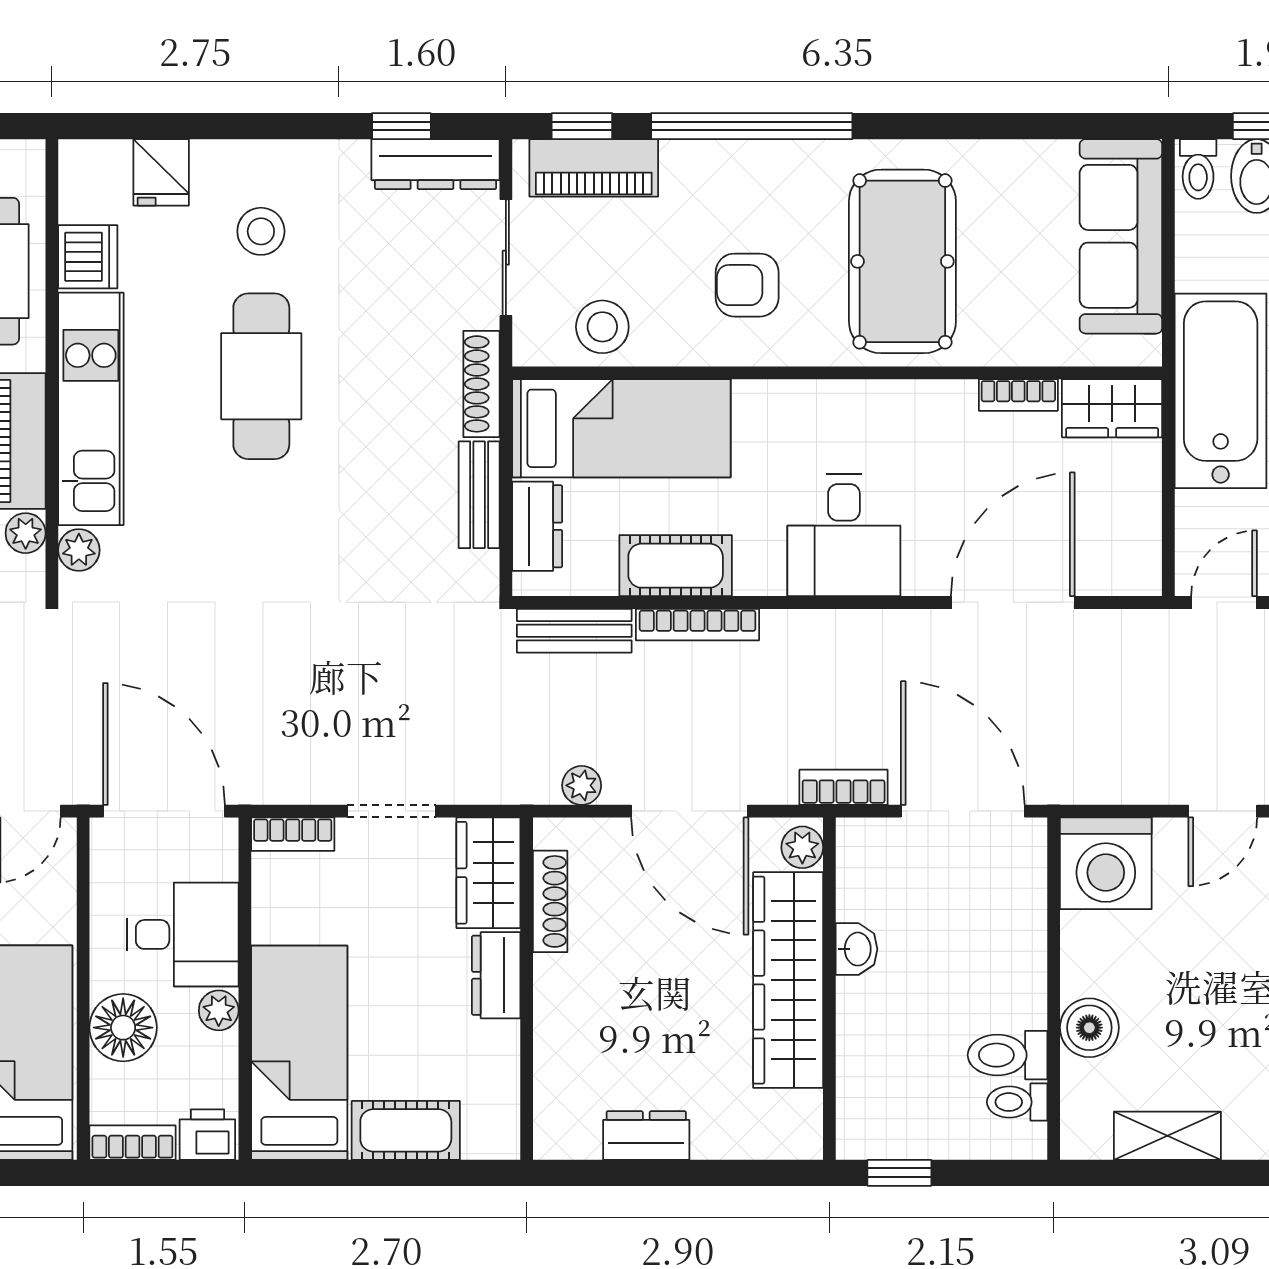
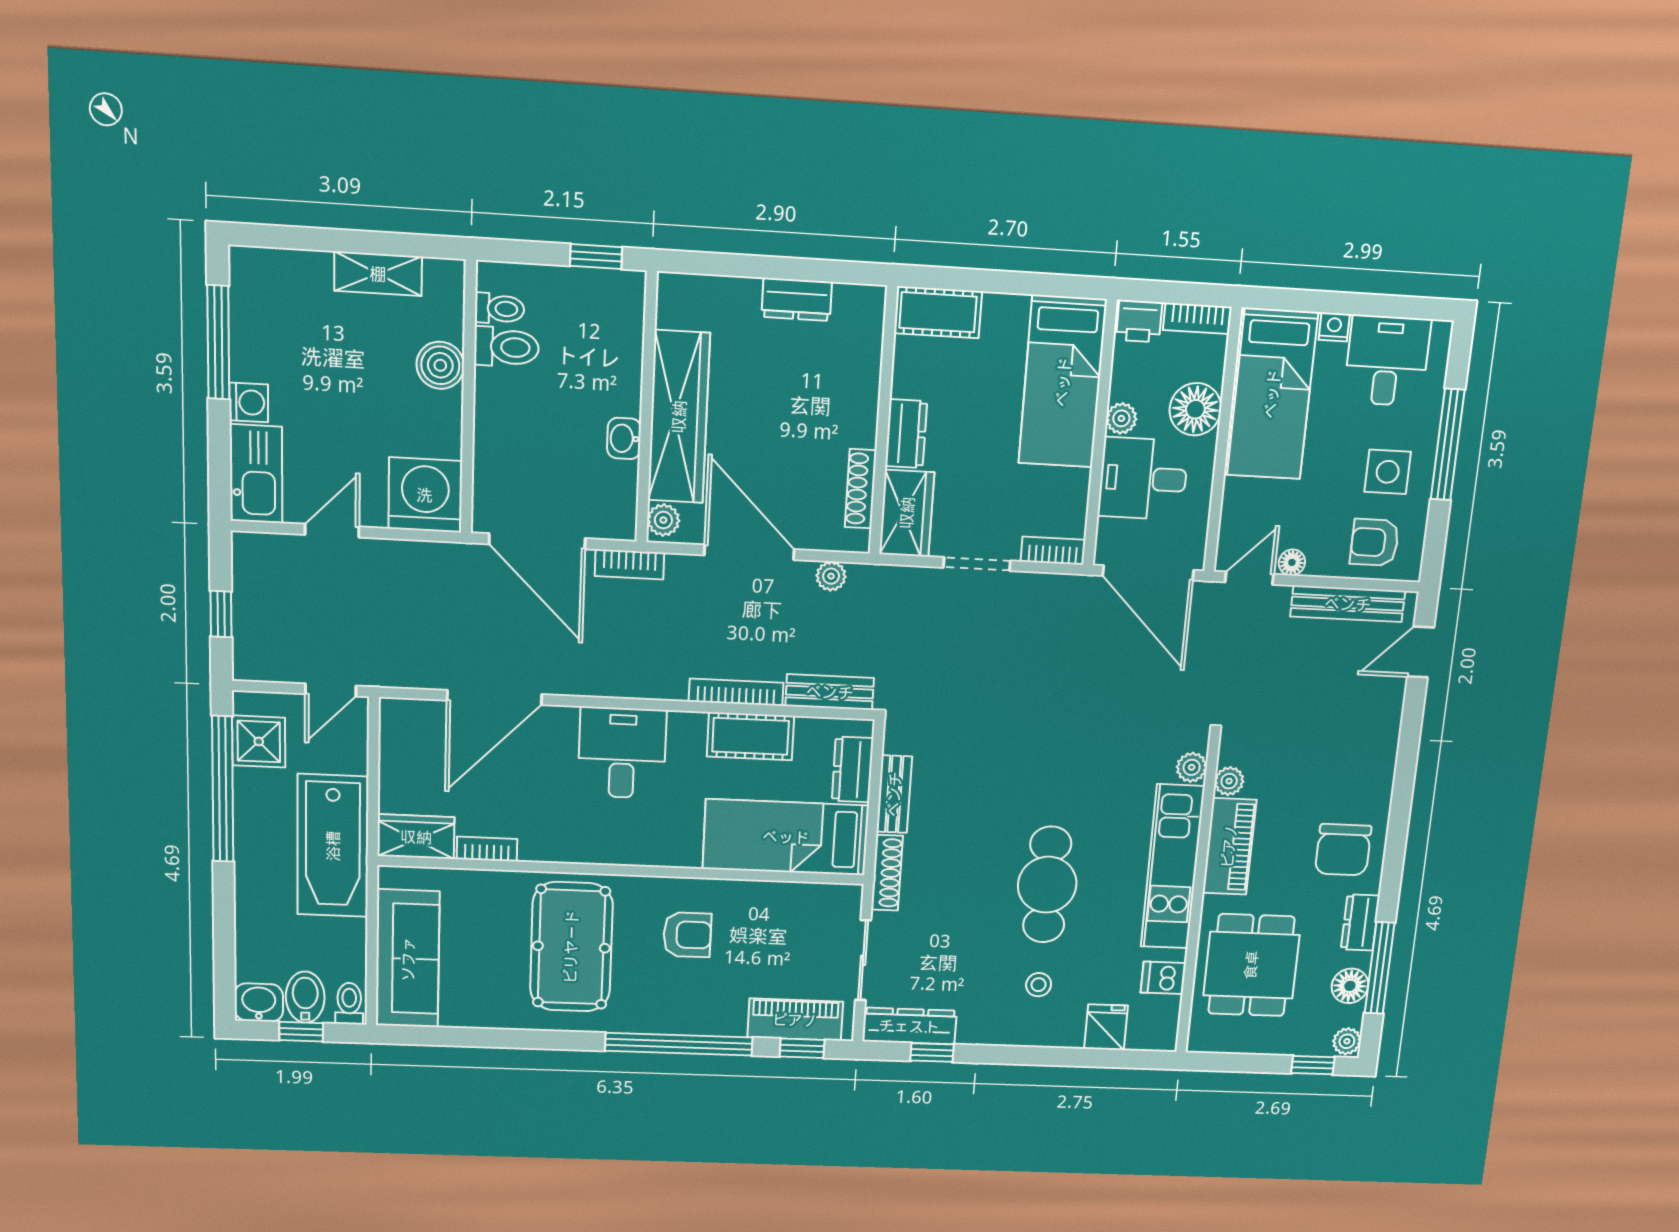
stool: (261, 231) -> (1039, 985), width x0.73, depth x0.73
dishwasher: (88, 257) -> (1163, 978), width x0.73
stool: (602, 327) -> (796, 909), removed
cot: (406, 1130) -> (938, 312), moved

